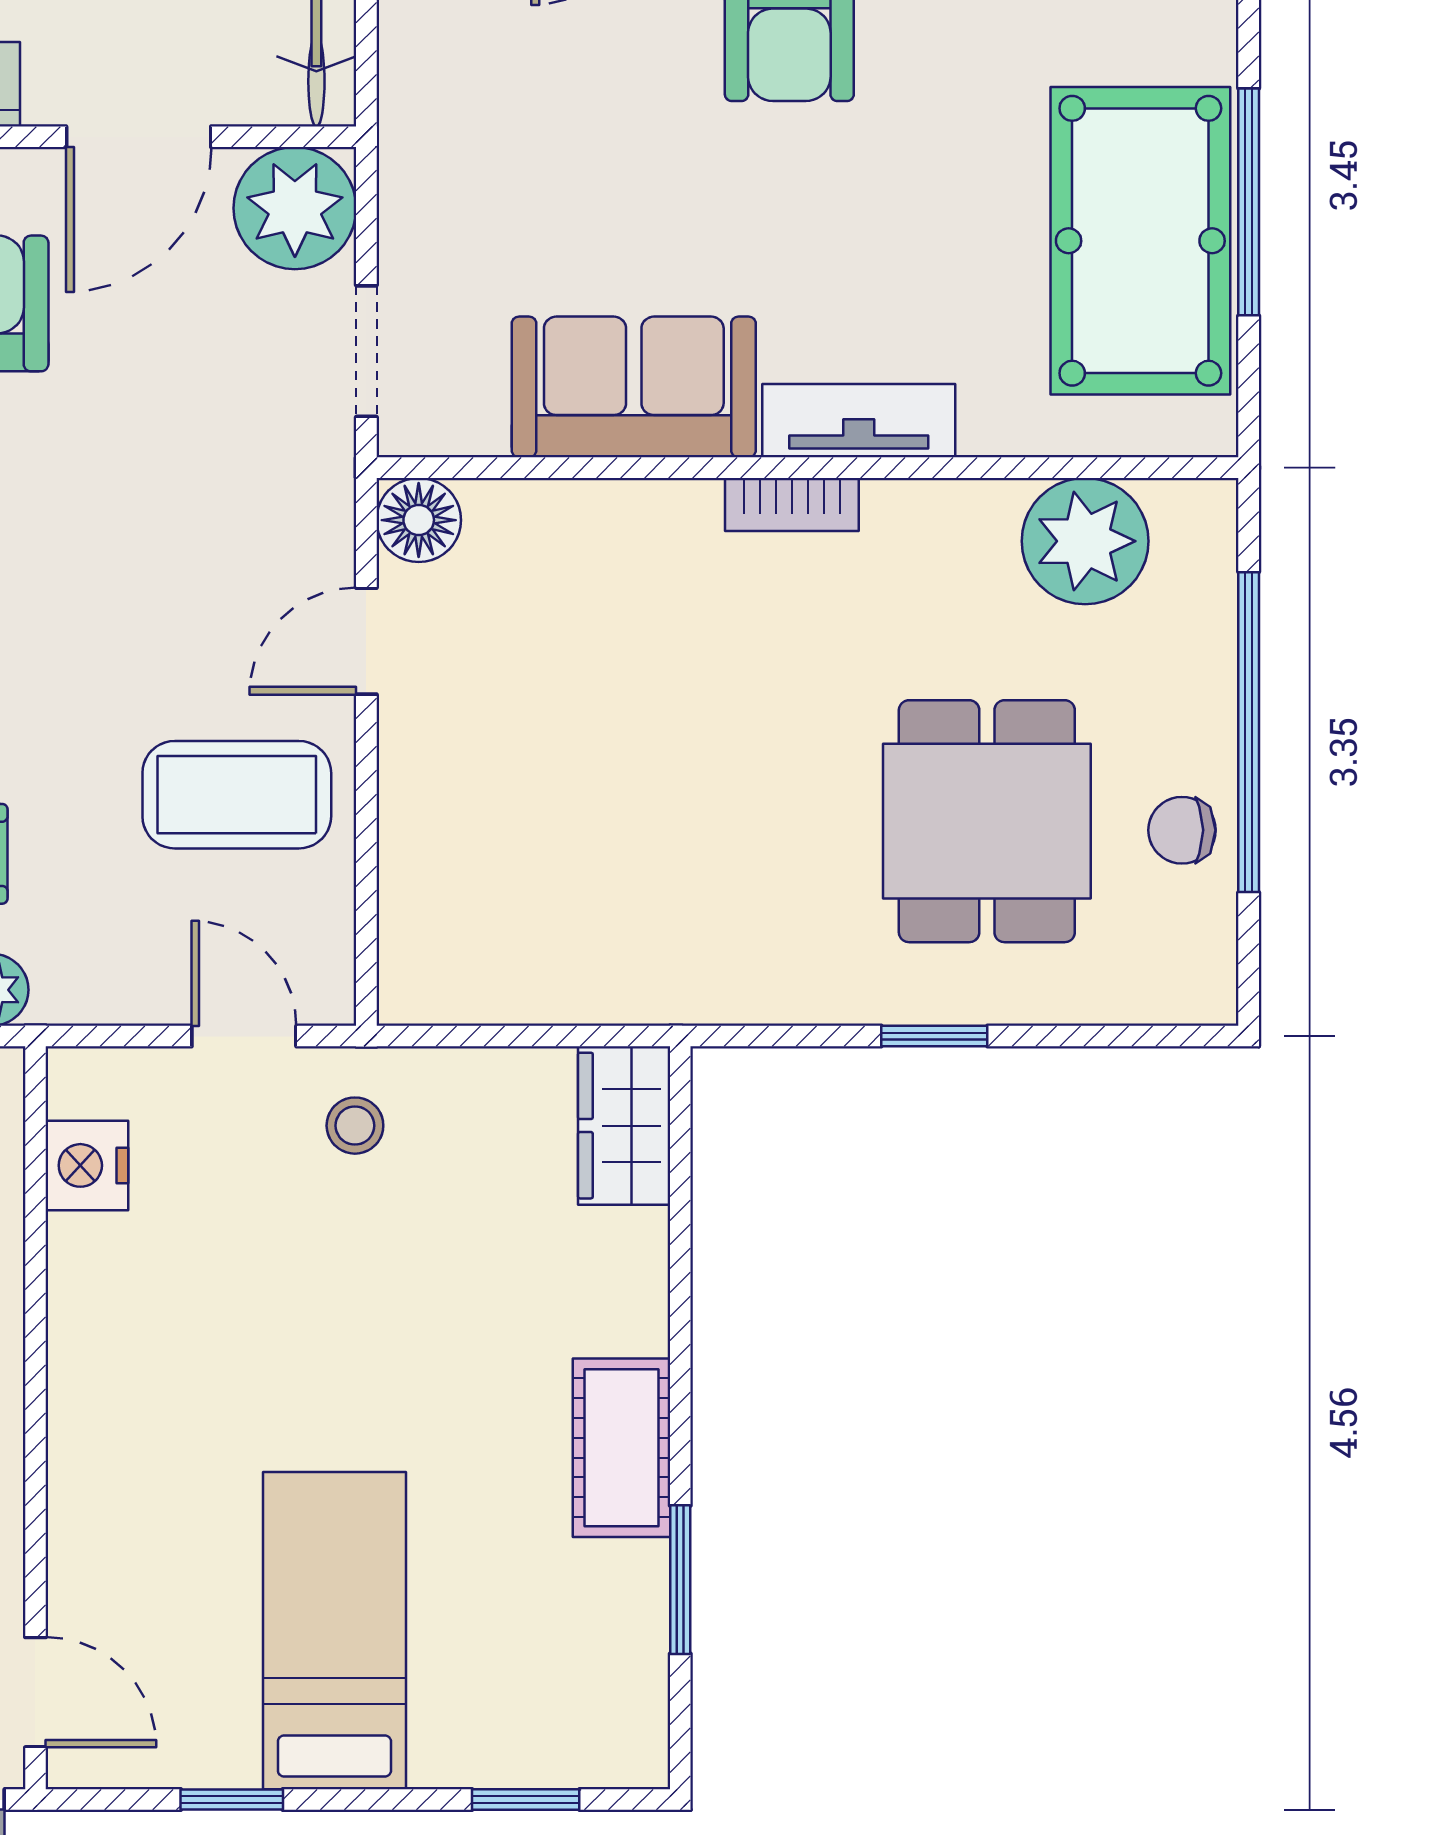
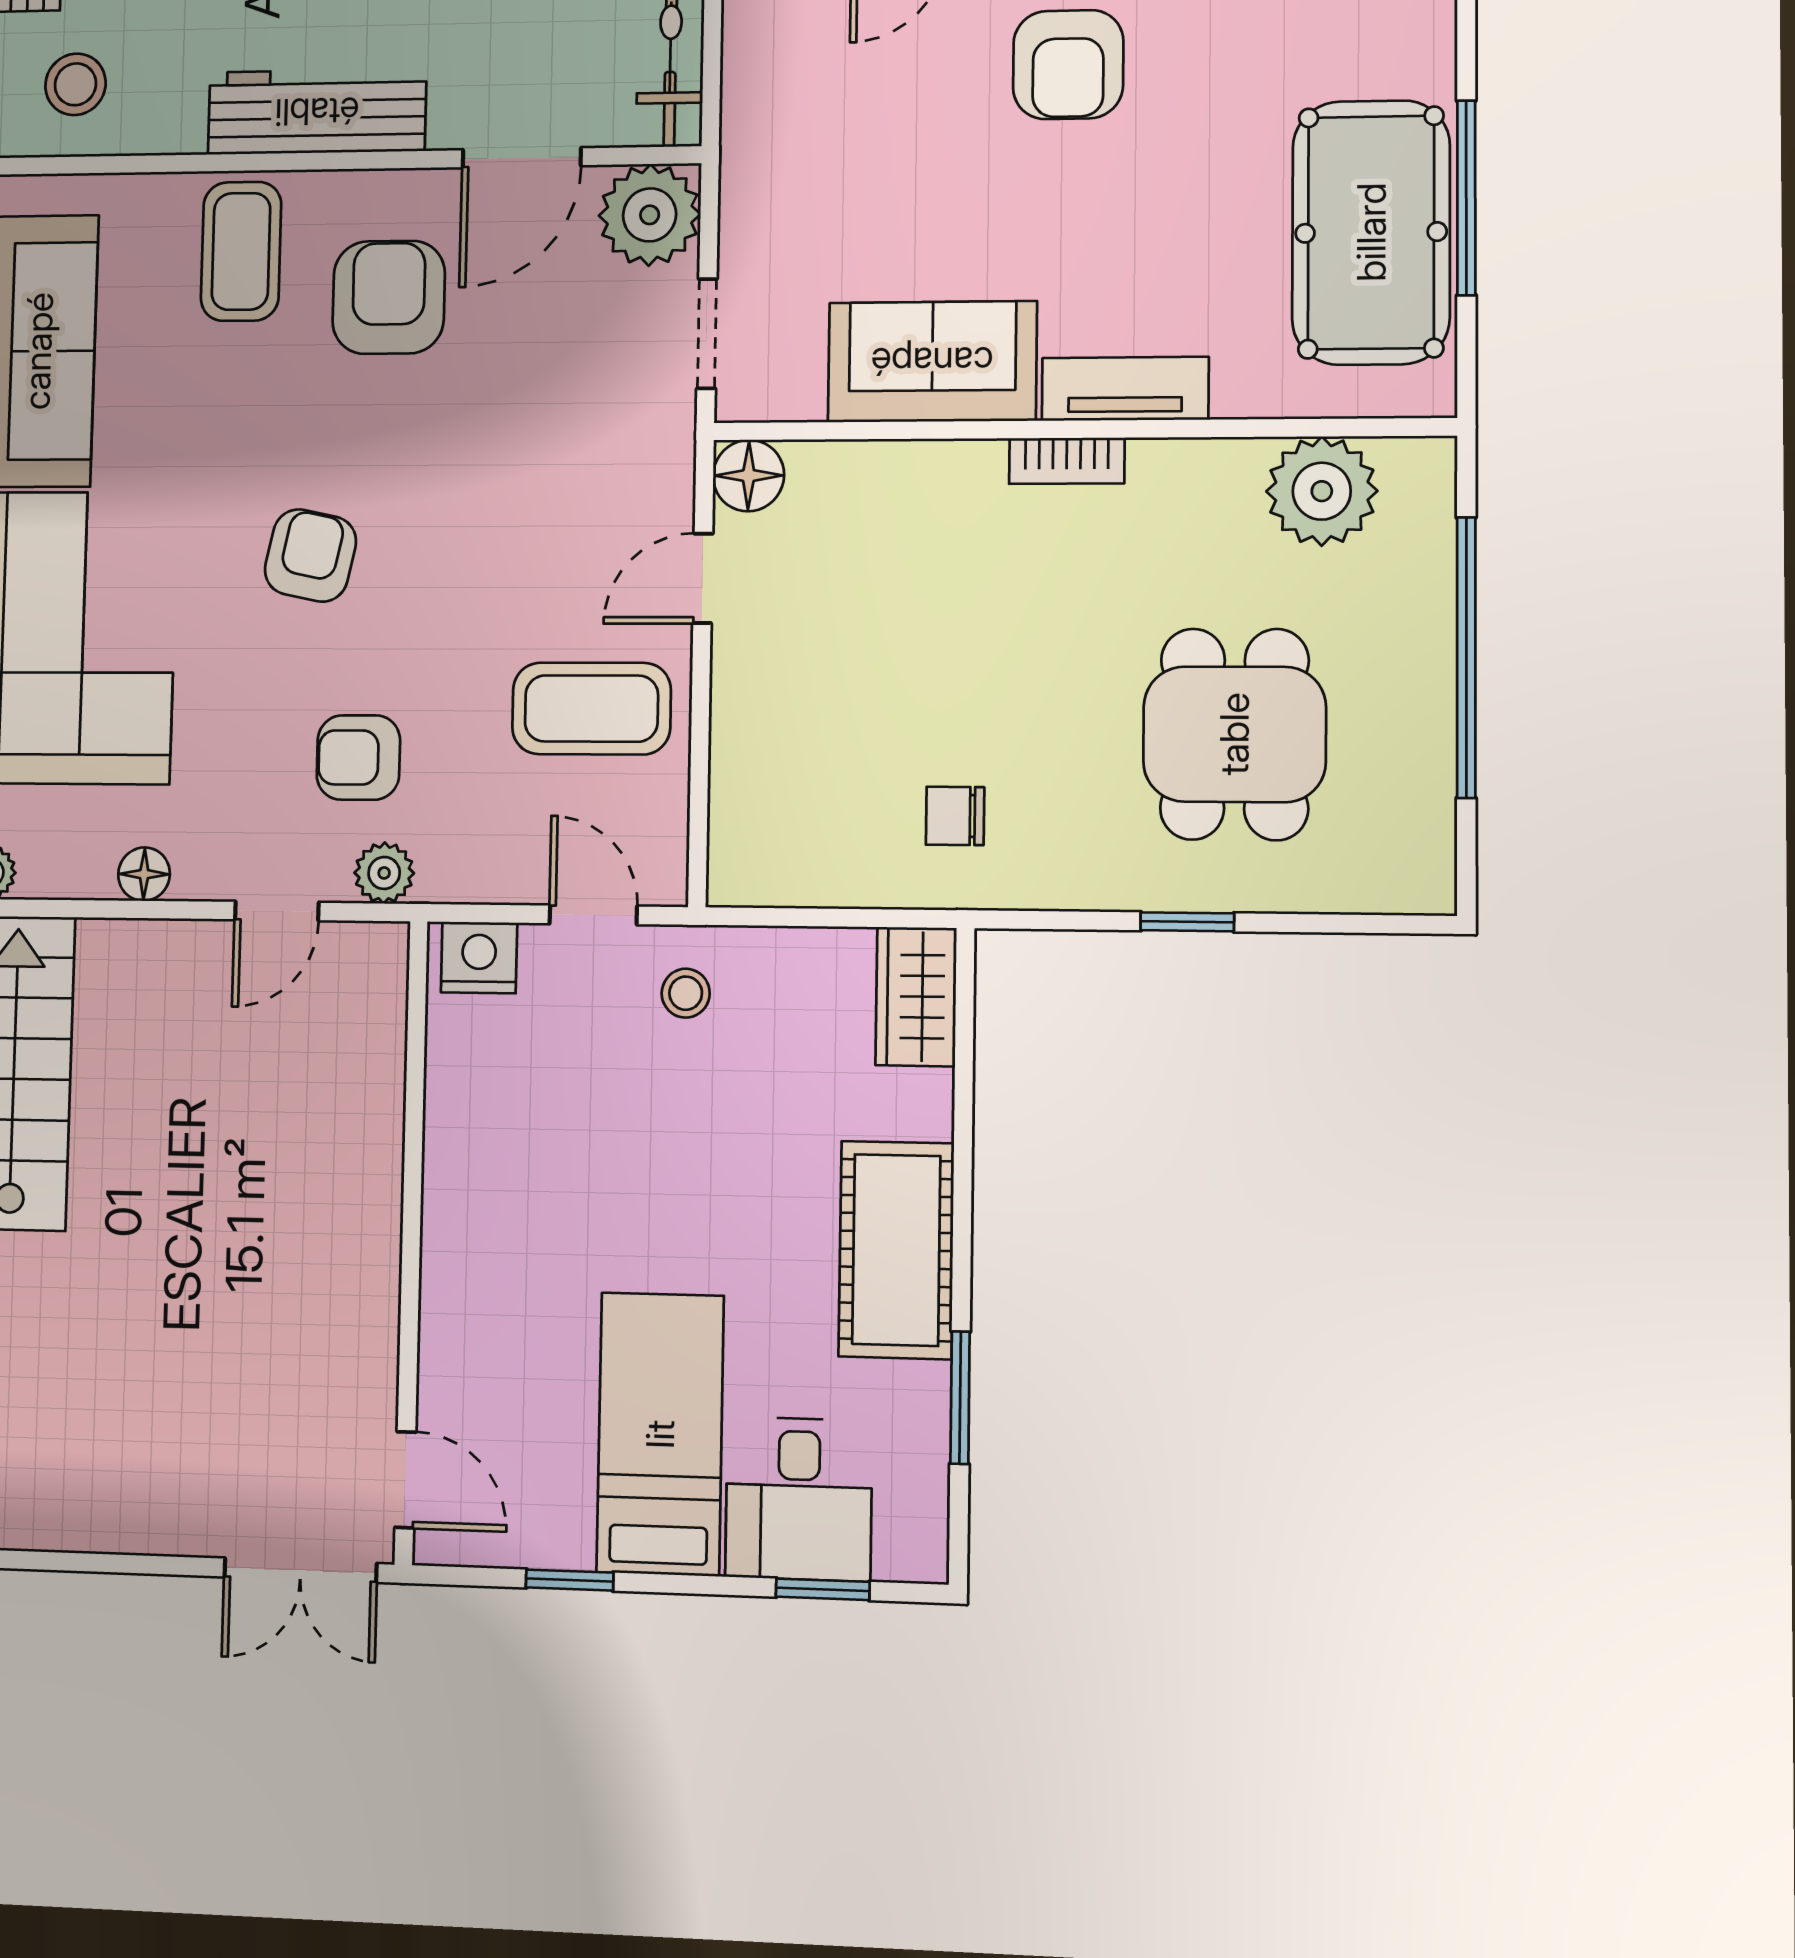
chair: (1182, 830) -> (955, 816), moved
nightstand: (87, 1165) -> (479, 958), moved, turned 90
cot: (621, 1448) -> (896, 1250), width x1.37, depth x1.34
desk: (496, 1699) -> (799, 1499), added

